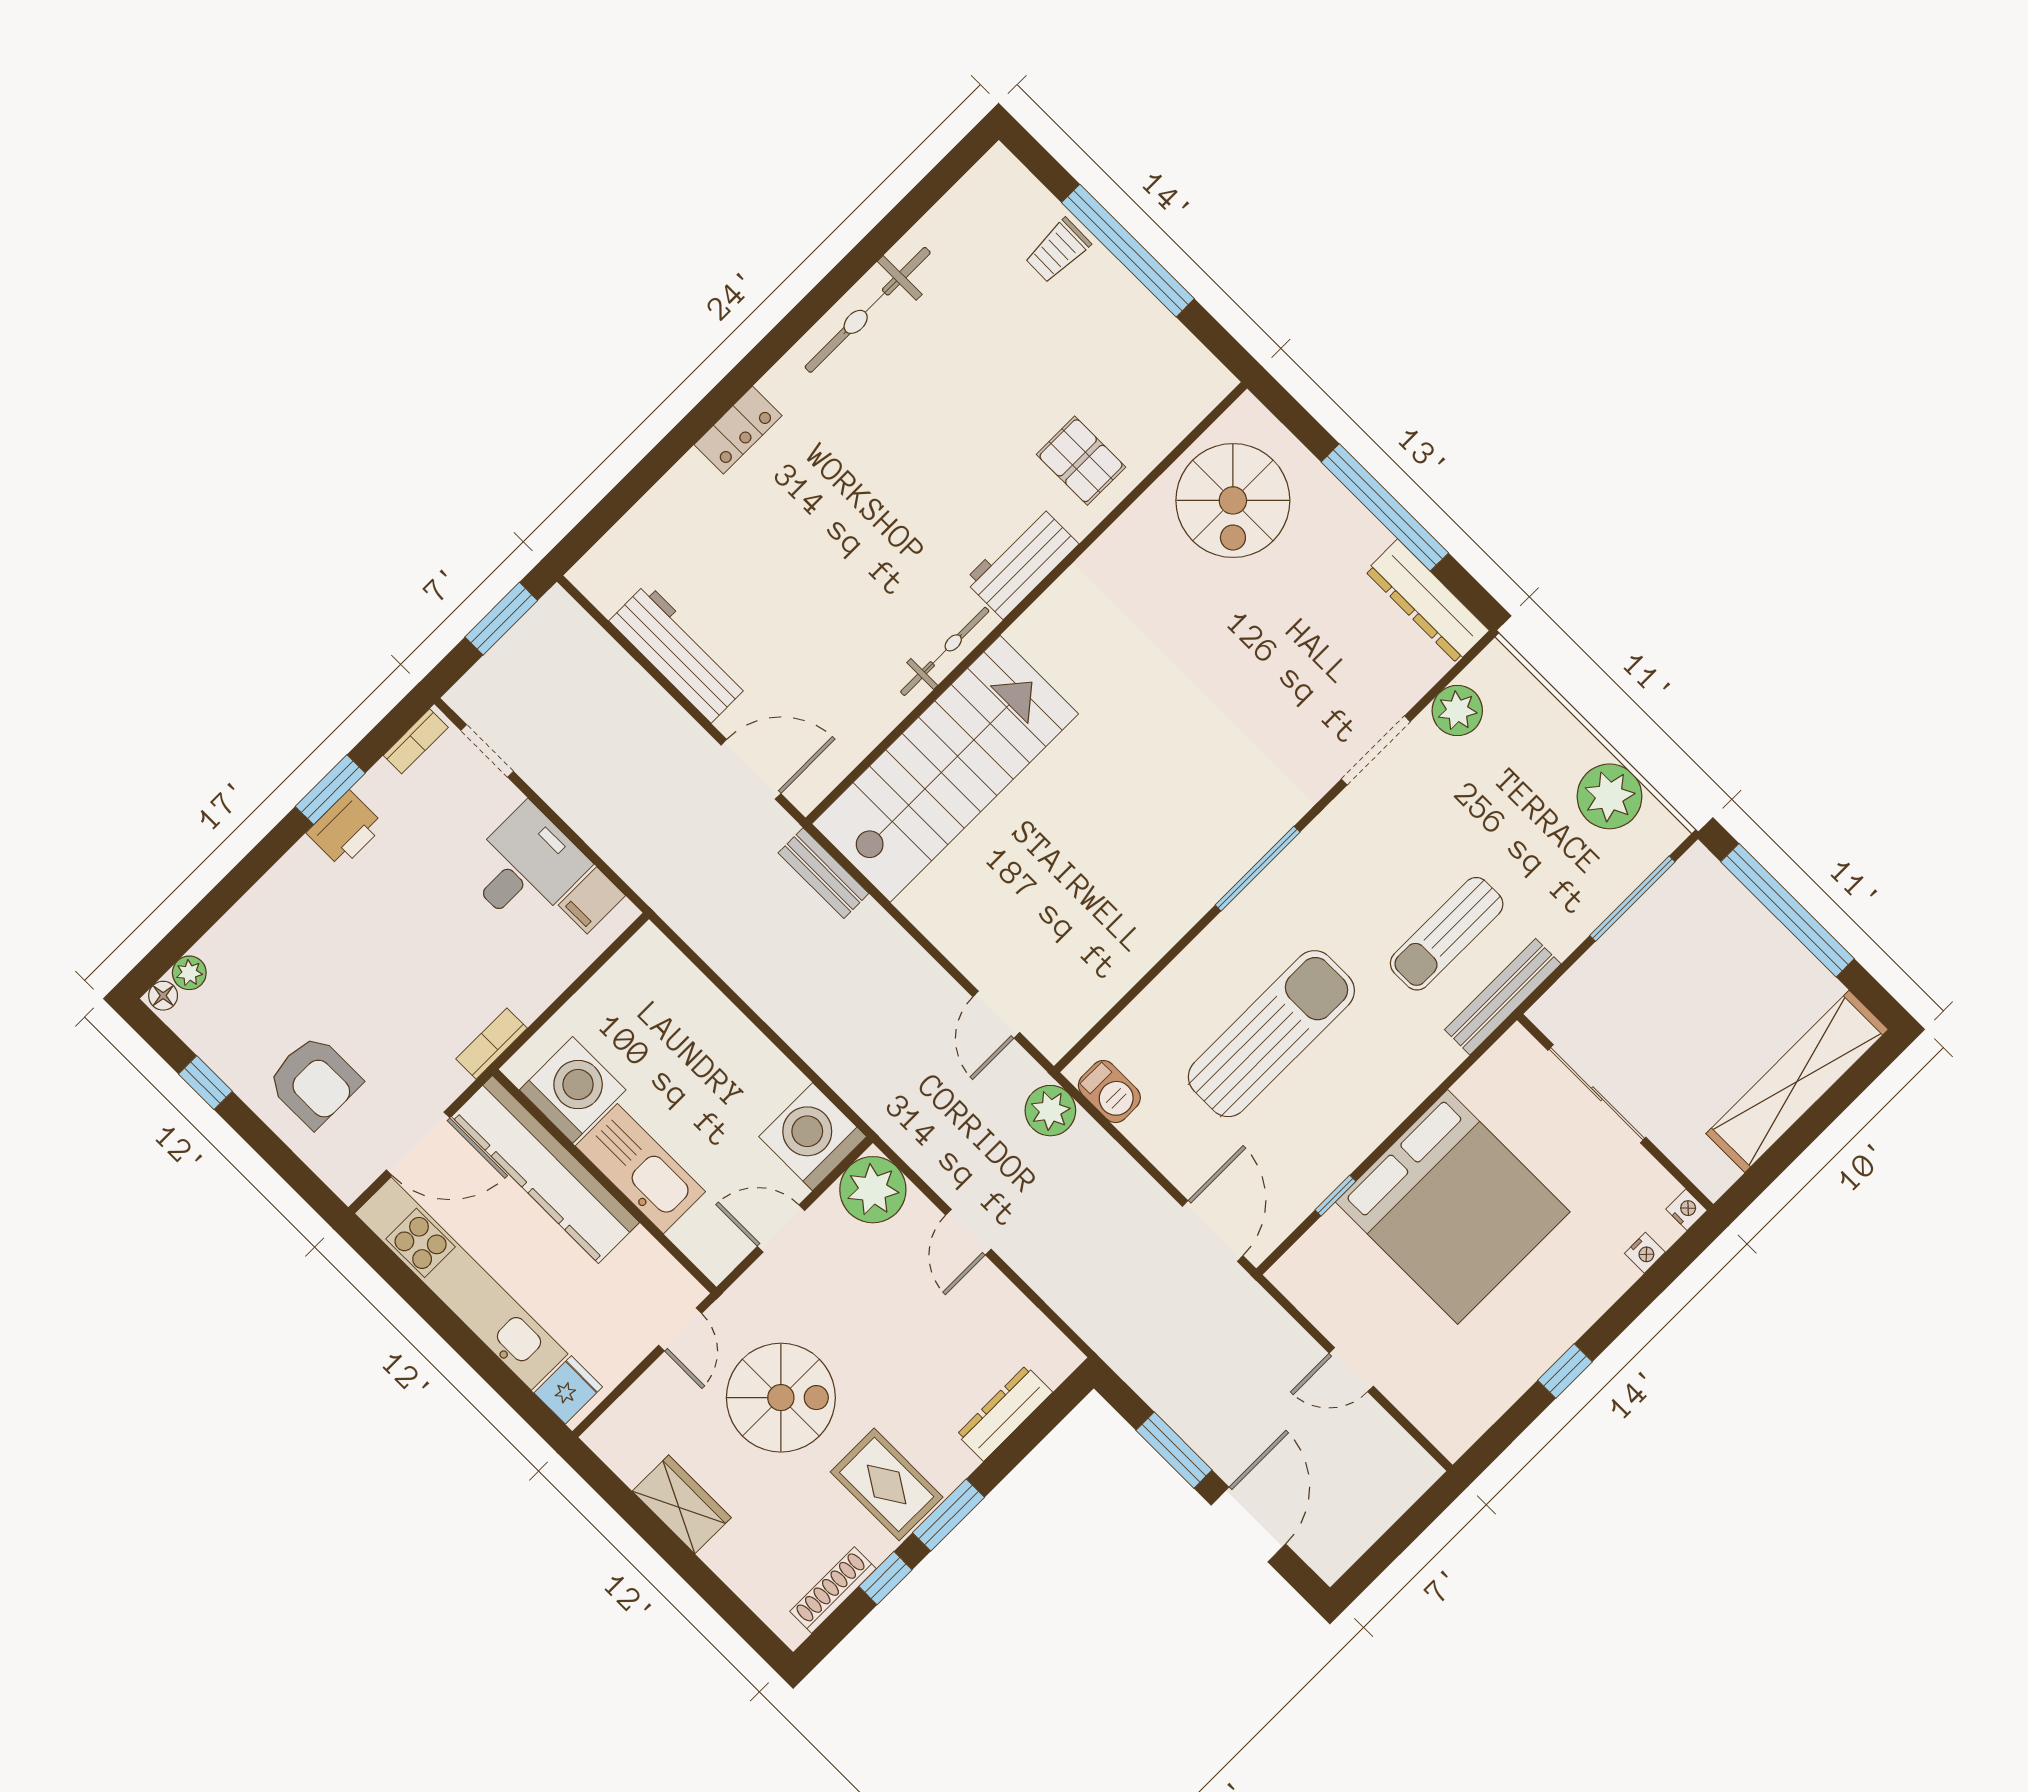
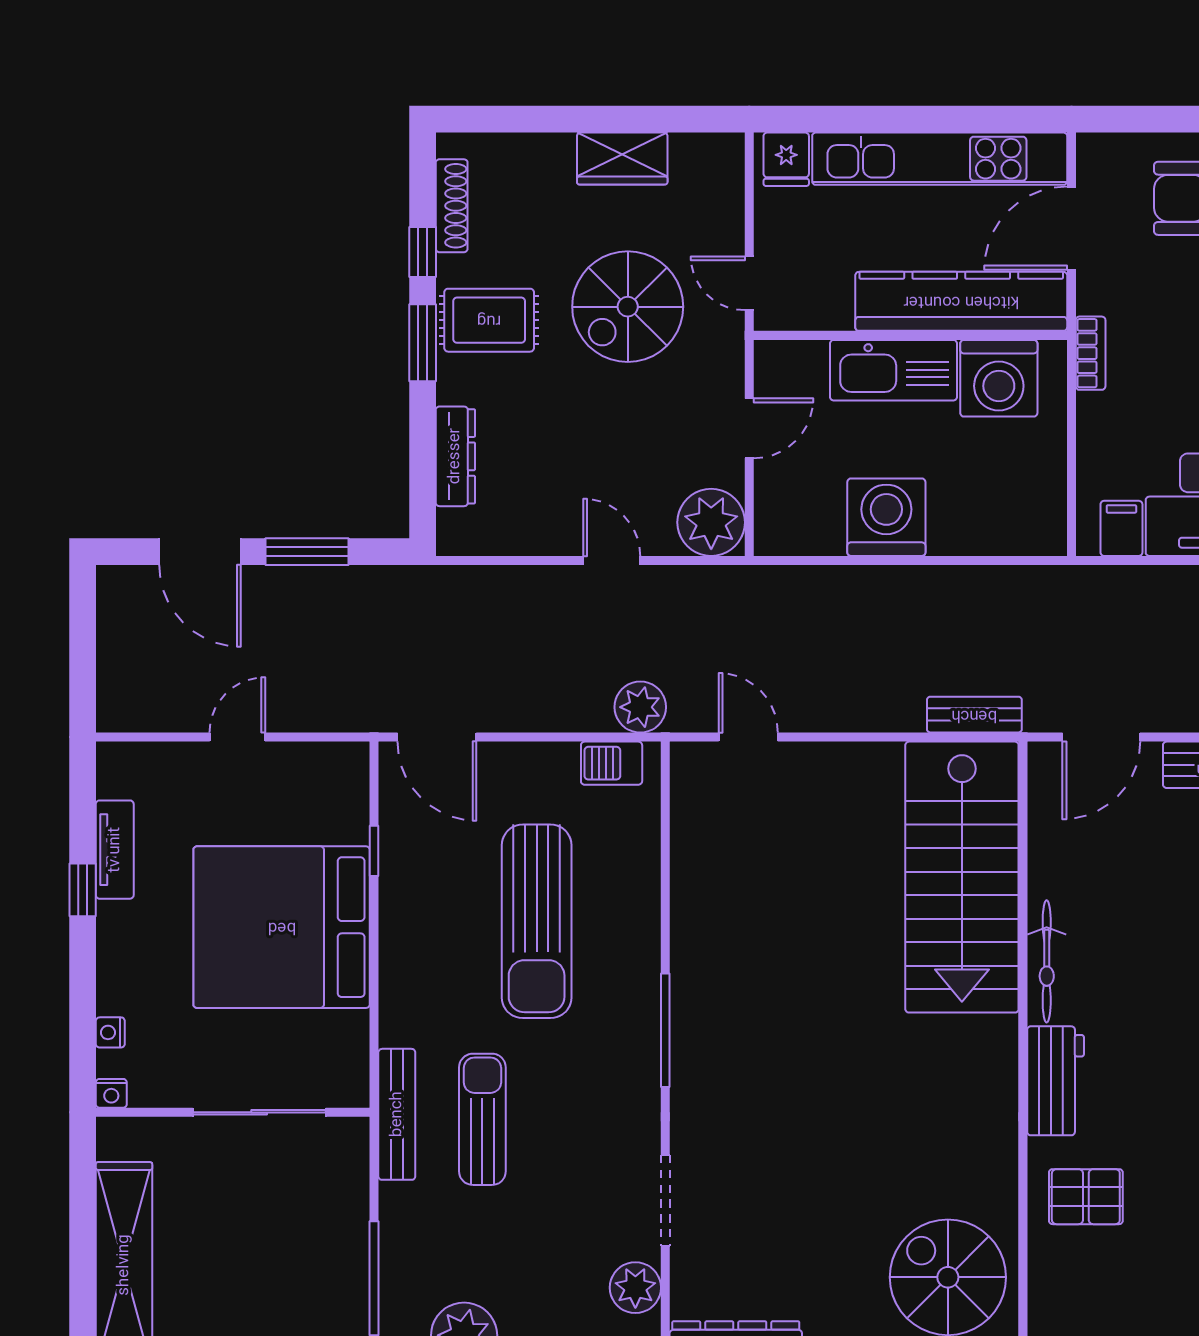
washing machine: (813, 1137) -> (886, 517), moved, turned -90
tv unit: (1515, 1377) -> (115, 850), added

